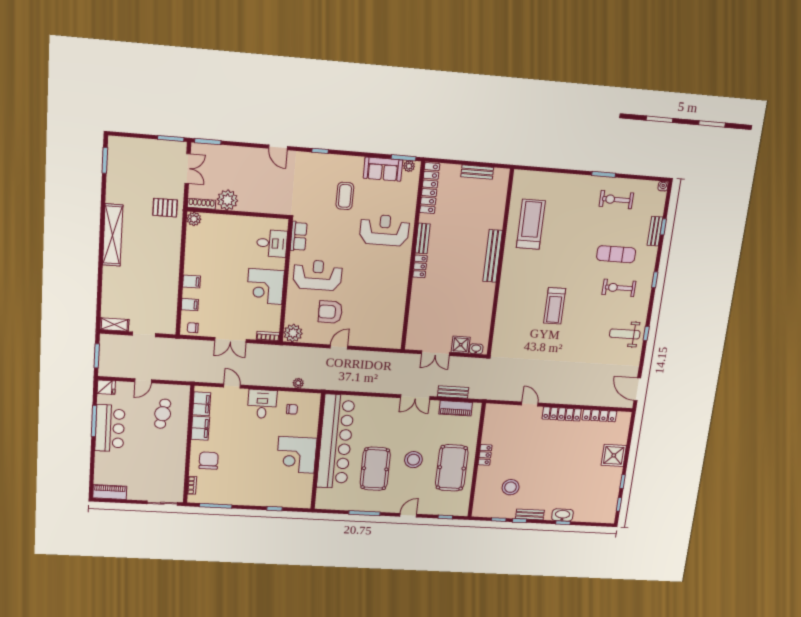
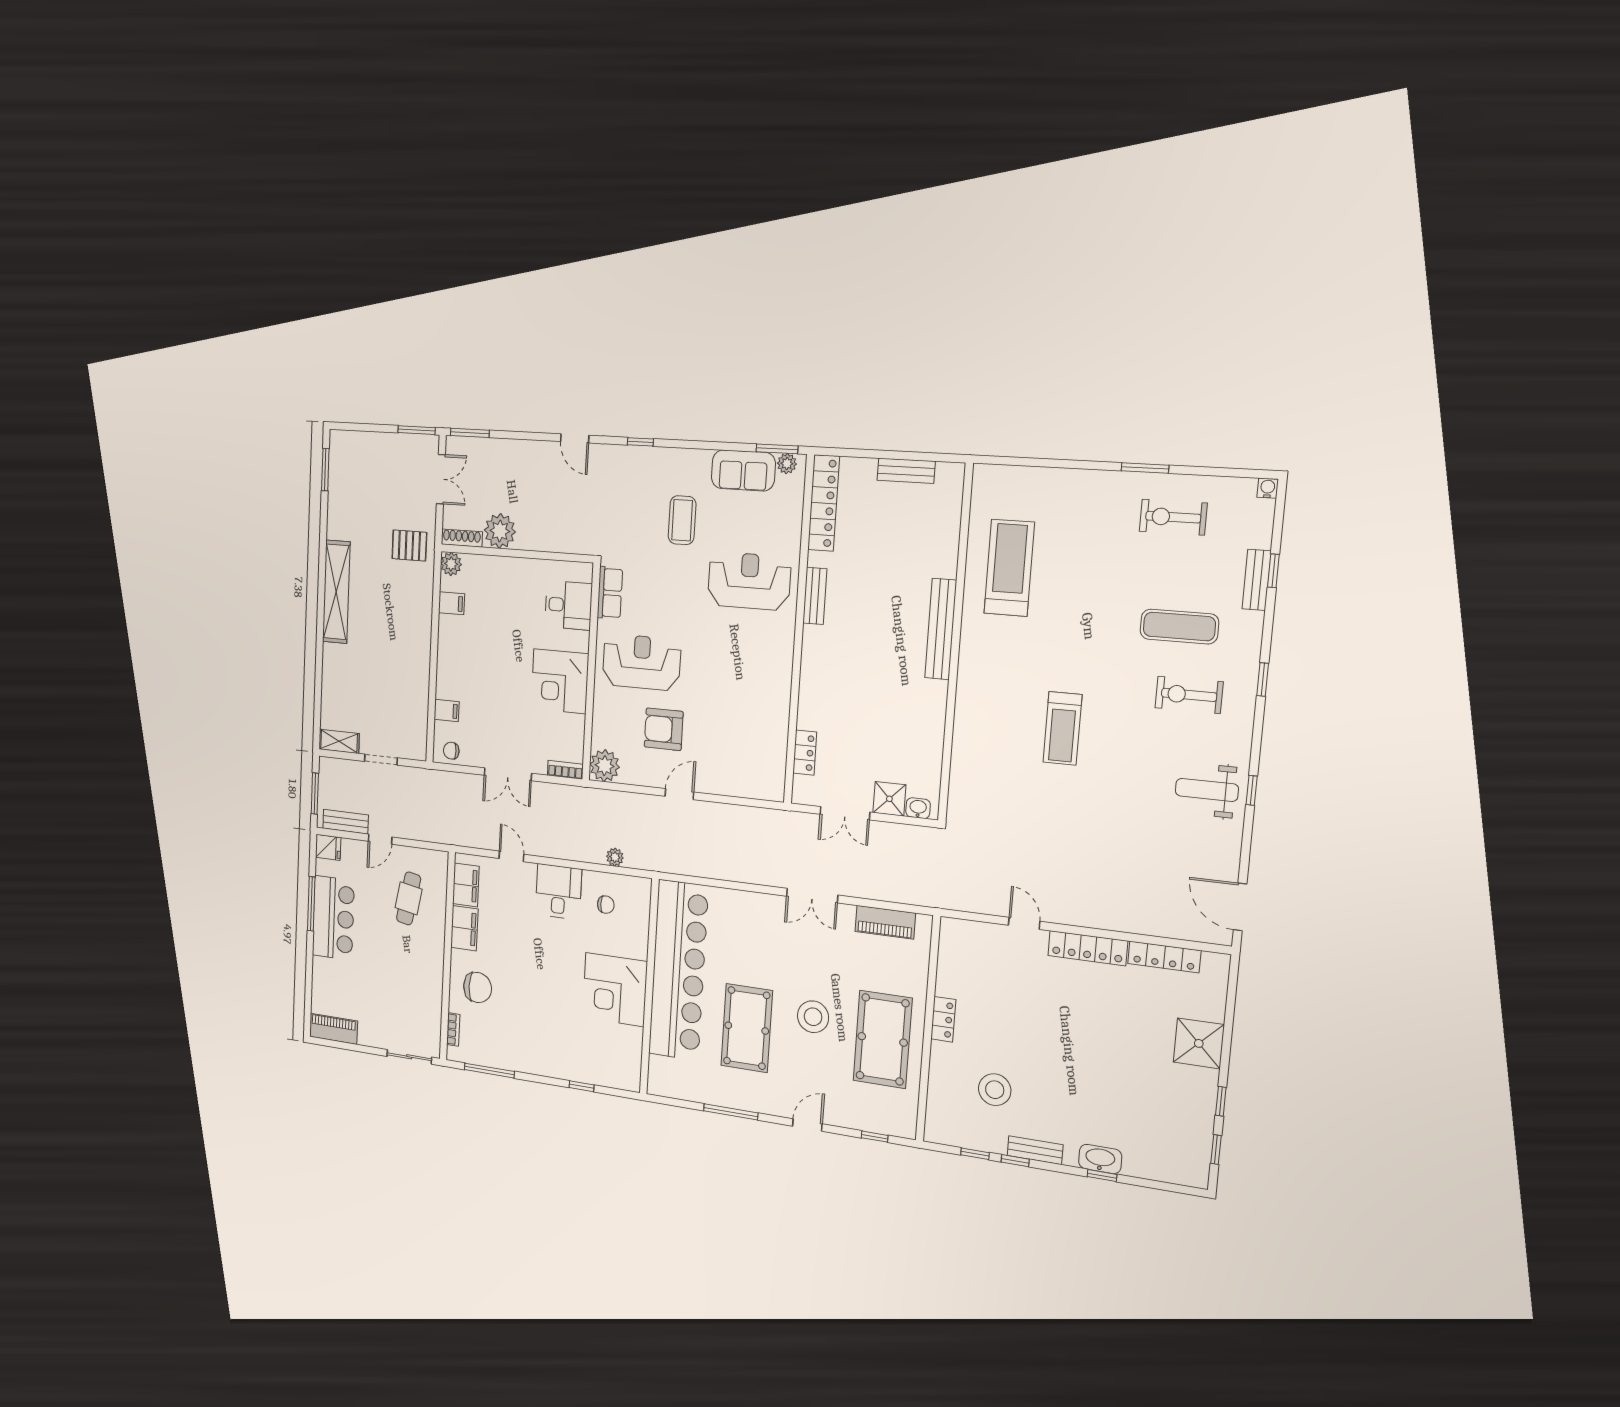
locker: (420, 266) -> (805, 753), moved
filing cabinet: (192, 282) -> (452, 603), moved
bench: (453, 392) -> (346, 822), moved
chair: (209, 461) -> (478, 987), turned 90

